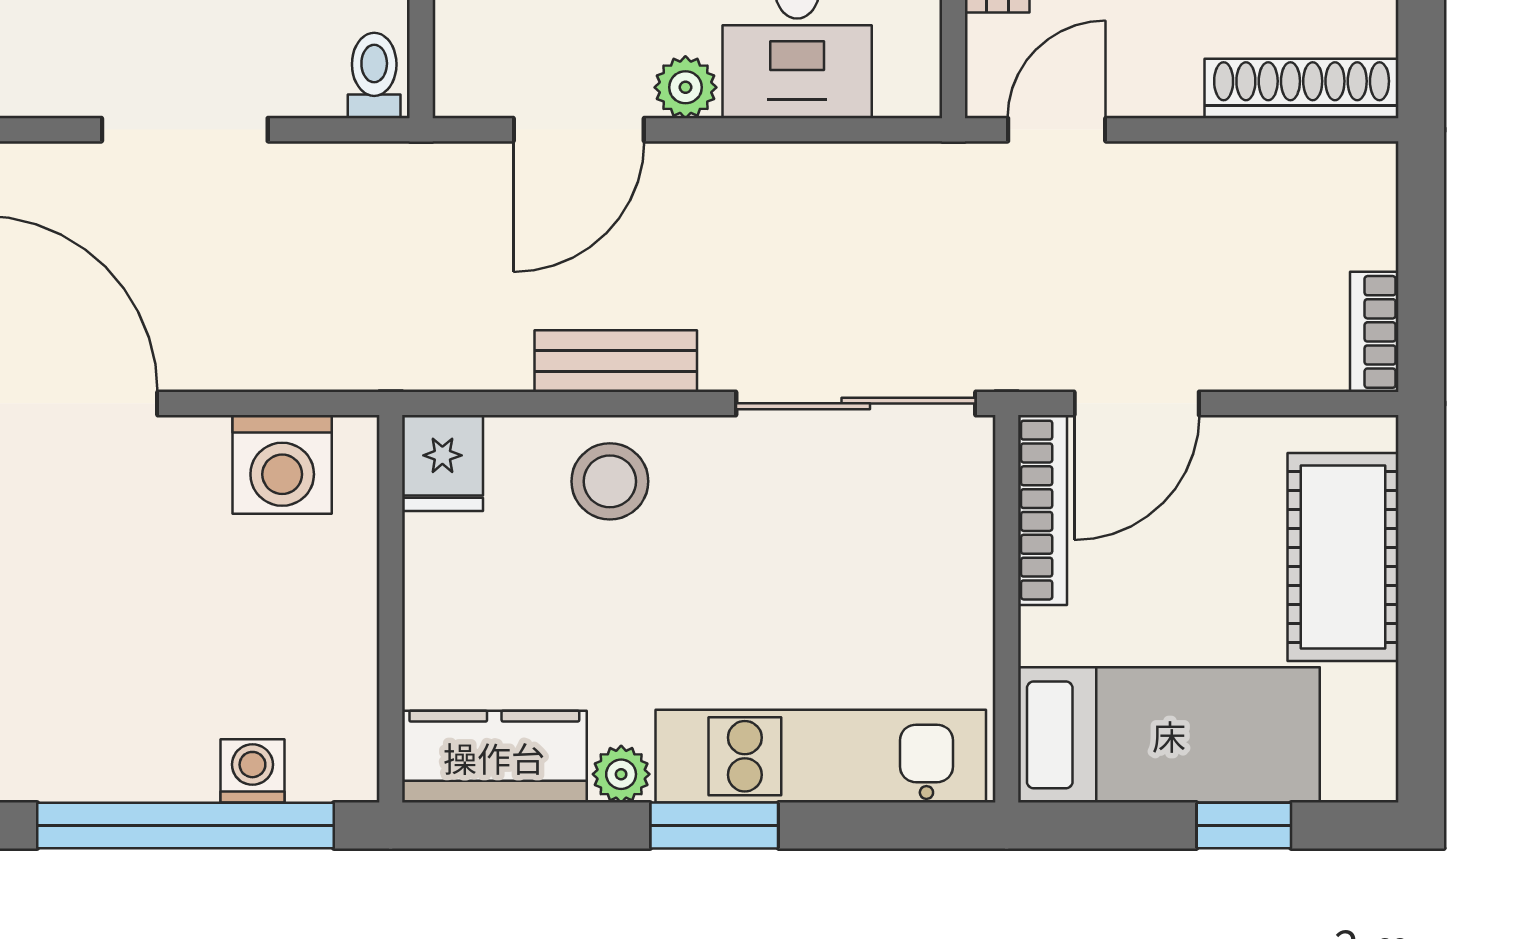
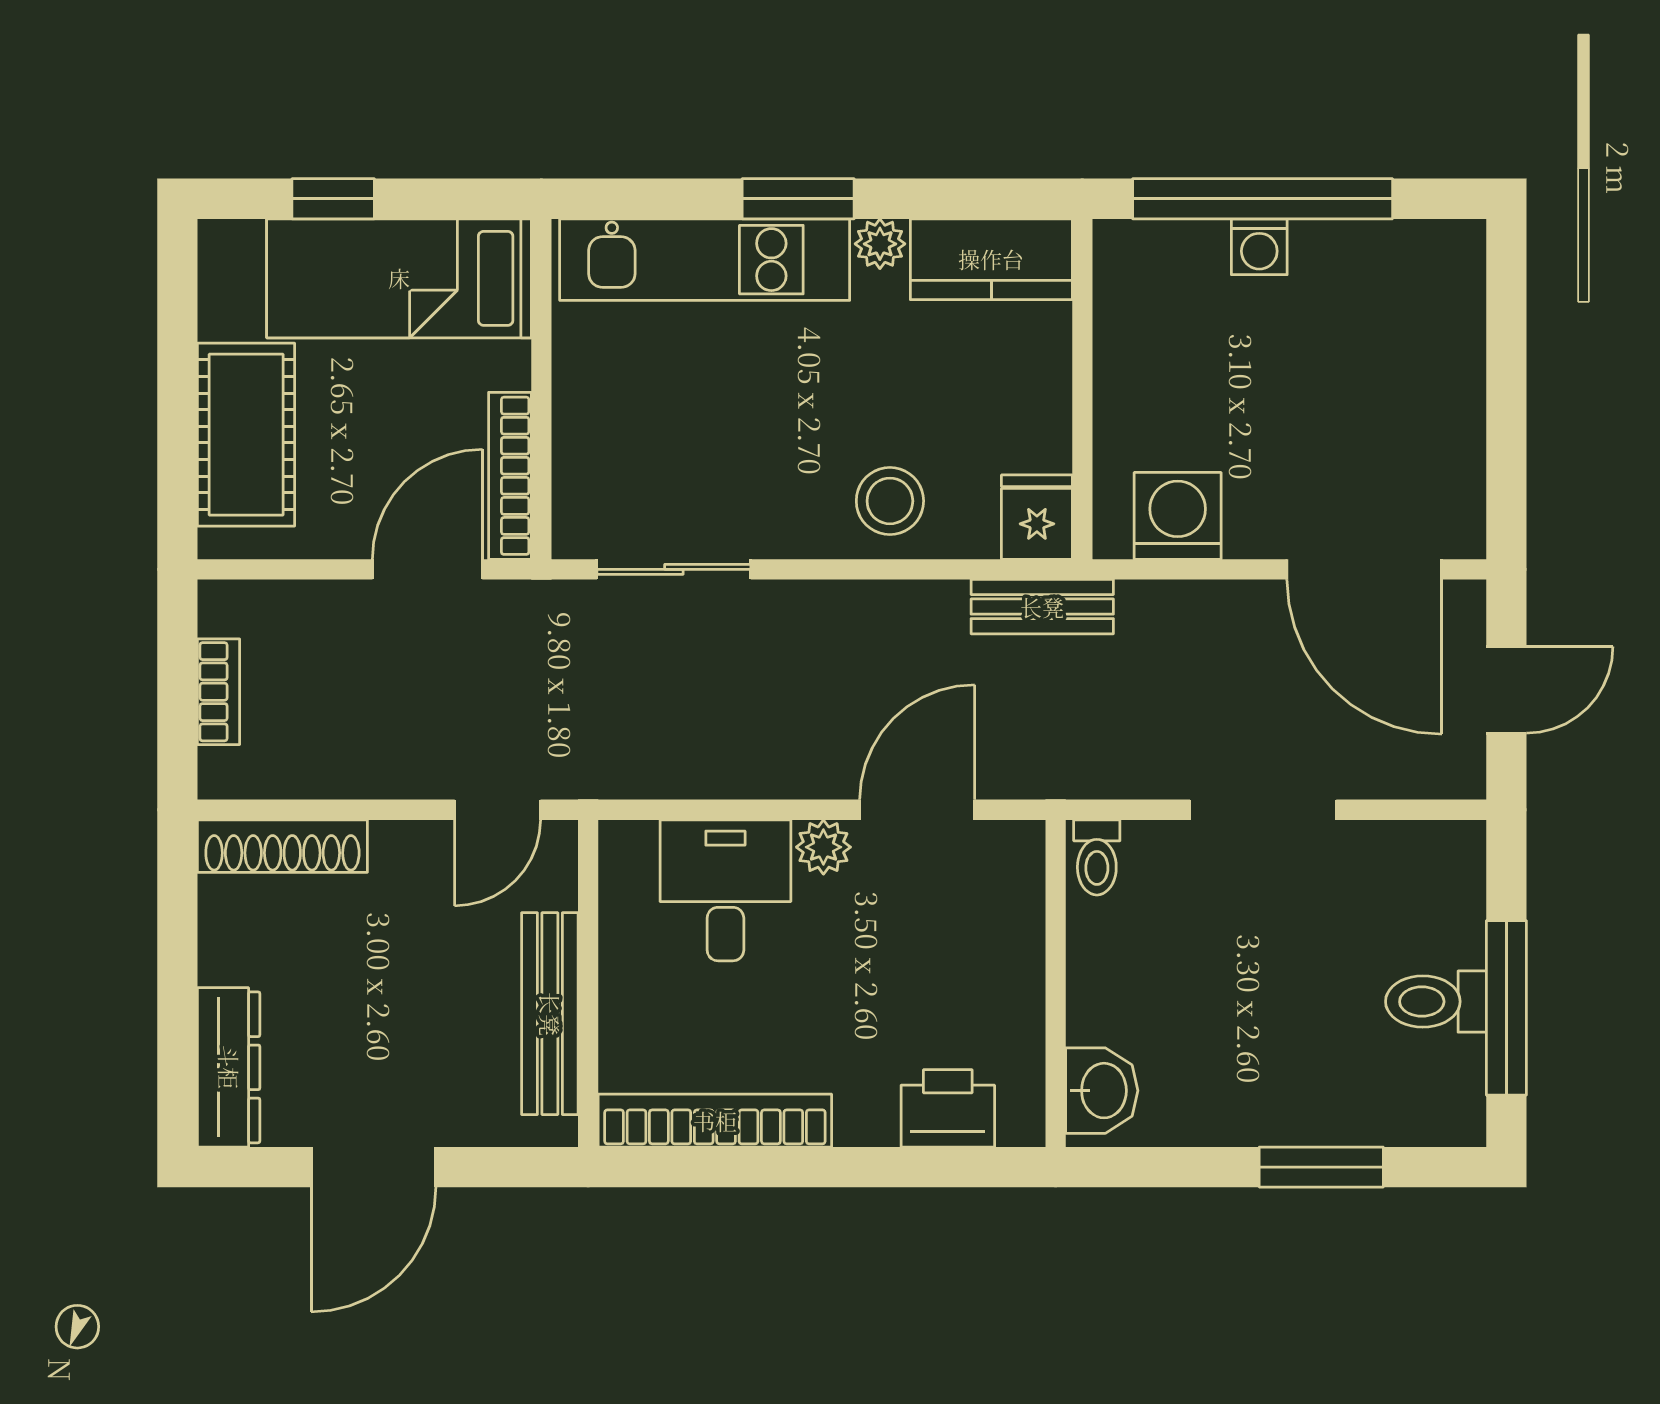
bookcase: (1374, 332) -> (219, 692), moved
bench: (616, 361) -> (1042, 607), moved
sliding door: (856, 403) -> (674, 569), width x0.73
washing machine: (252, 771) -> (1259, 247), moved

